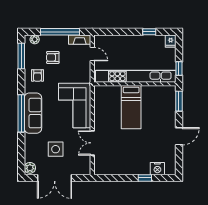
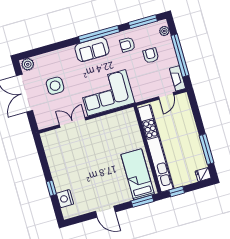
window: (149, 32) -> (206, 149), width x2.17
bed: (131, 107) -> (138, 174), moved, turned 90
window: (21, 113) -> (99, 34), moved
sofa: (33, 113) -> (92, 50), width x0.73

